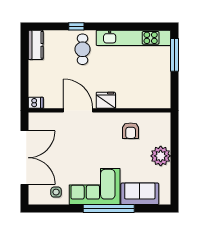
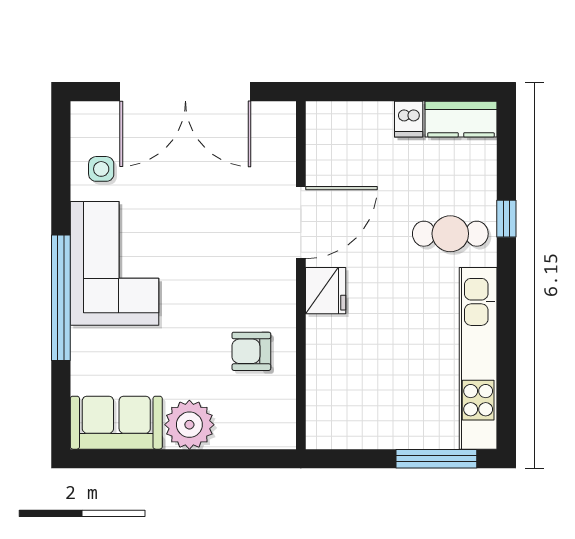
dishwasher: (36, 103) -> (409, 119), moved
sofa: (140, 194) -> (116, 423), moved, turned -90

